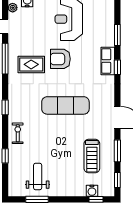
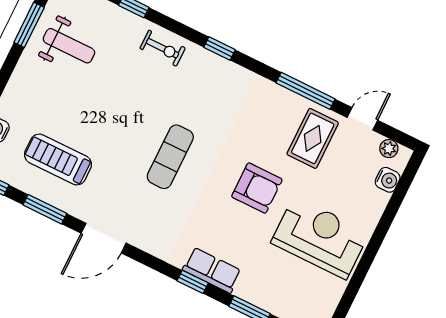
armchair: (60, 59) -> (257, 188), turned 90
rug: (31, 64) -> (313, 138), moved
exercise mat: (65, 105) -> (170, 157), width x0.73, depth x0.69

